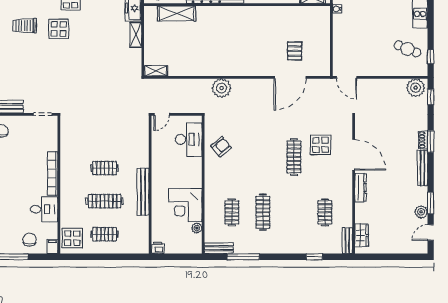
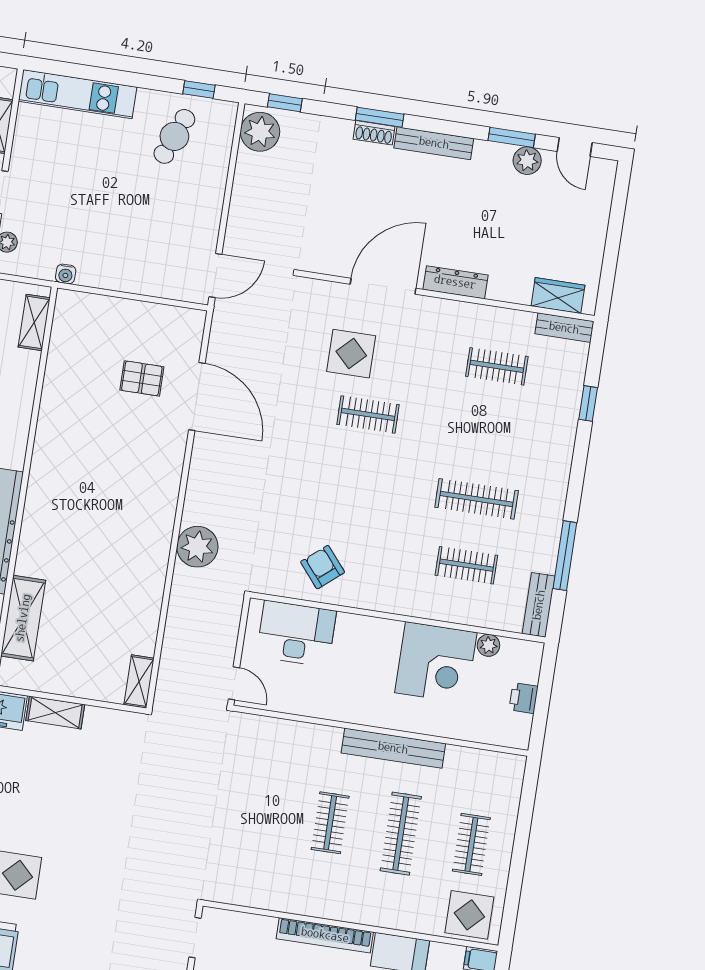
clothes rail: (294, 157) -> (368, 414), width x0.73
printer: (158, 248) -> (524, 698), moved

